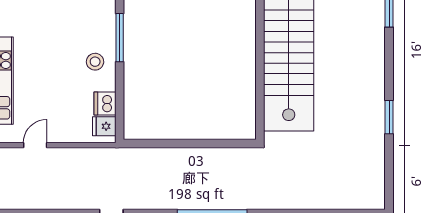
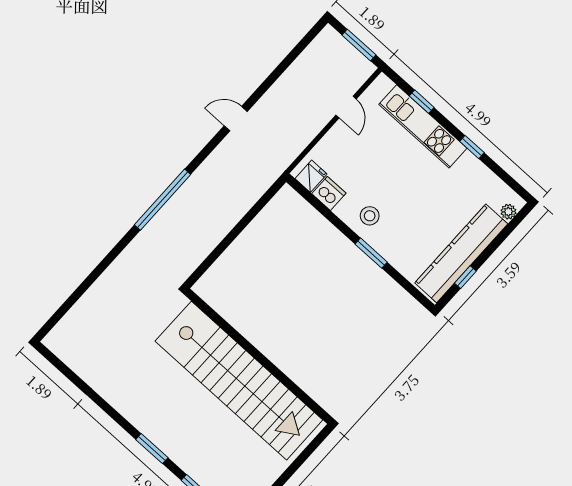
window: (120, 38) -> (371, 253), width x0.69
window: (389, 117) -> (152, 449), moved

